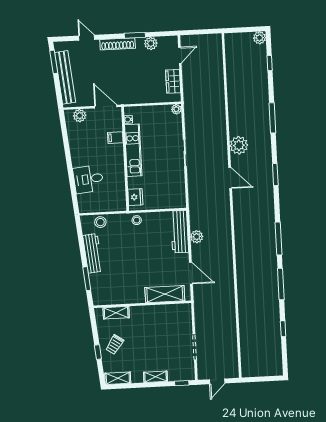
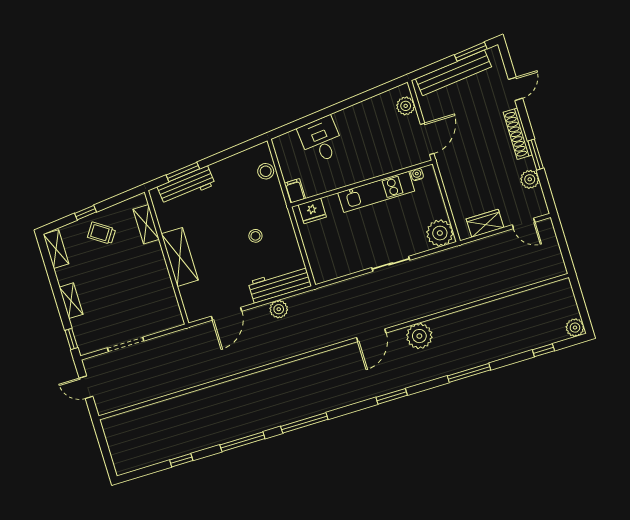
plant: (176, 109) -> (440, 233), width x1.87, depth x1.87
filing cabinet: (115, 138) -> (295, 191), moved
stool: (137, 220) -> (255, 236), moved
workbench: (93, 253) -> (186, 185), moved
shelving: (165, 294) -> (180, 257), moved

